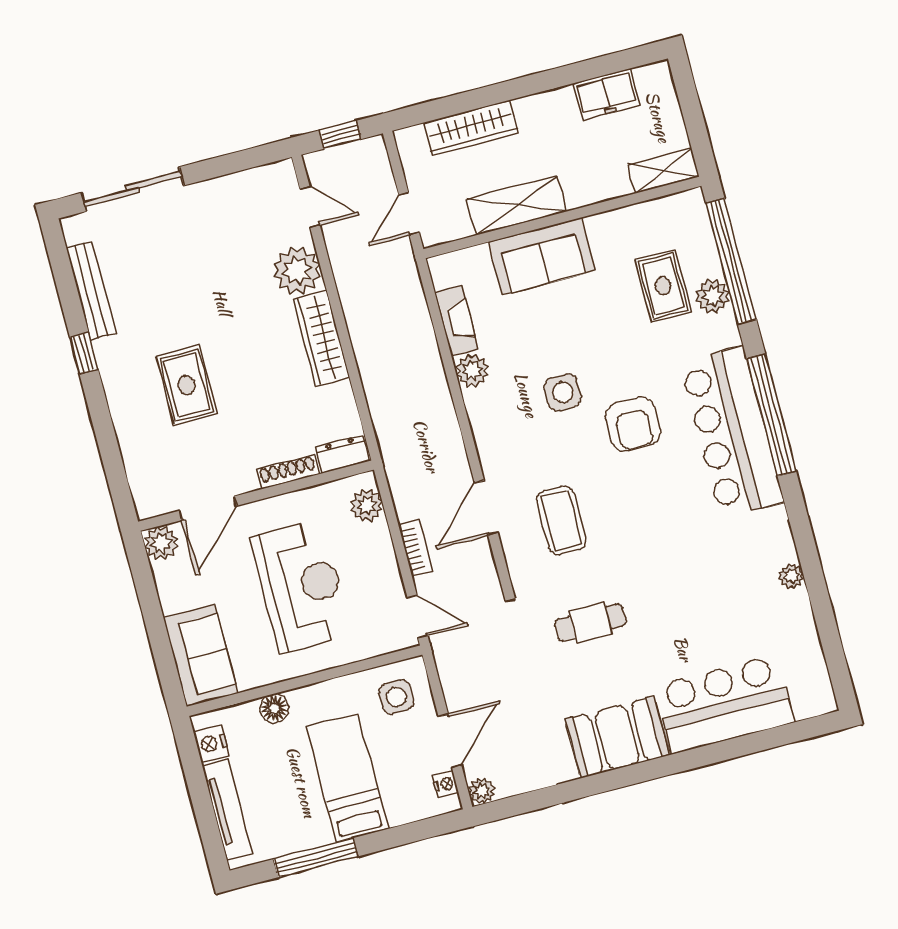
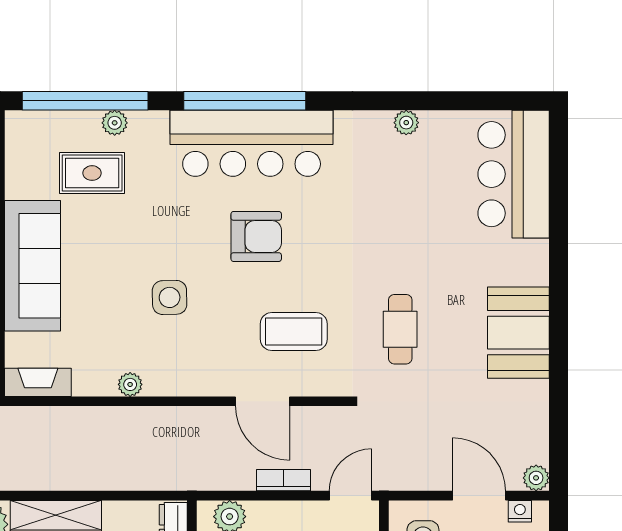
sofa: (542, 256) -> (32, 266), width x1.36
plant: (713, 296) -> (115, 123), width x0.73, depth x0.73
fireplace: (457, 321) -> (38, 382), moved
plant: (472, 371) -> (130, 384), width x0.73, depth x0.73
armchair: (633, 424) -> (256, 236), moved
bar counter: (724, 704) -> (514, 174), moved

